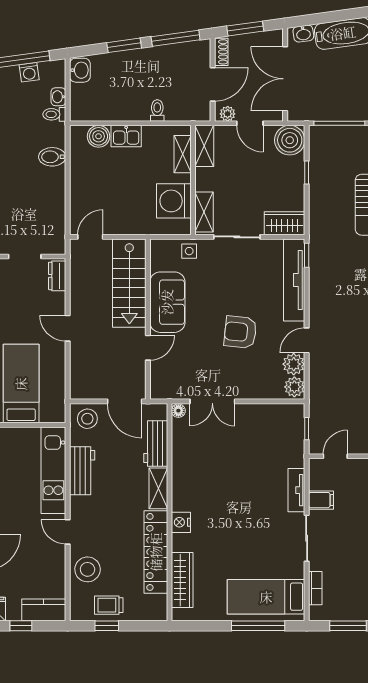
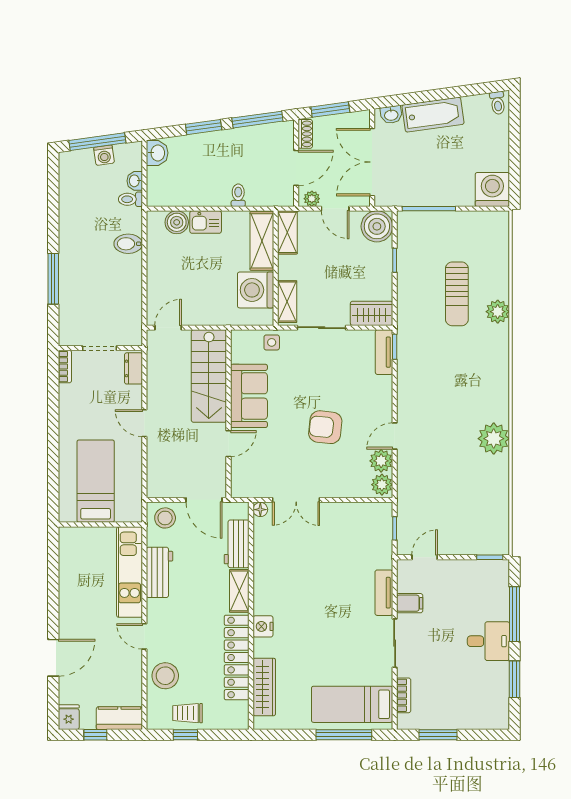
shelving: (183, 154) -> (262, 241), width x1.50, depth x1.33
tv unit: (294, 280) -> (384, 352), width x0.52, depth x0.78

